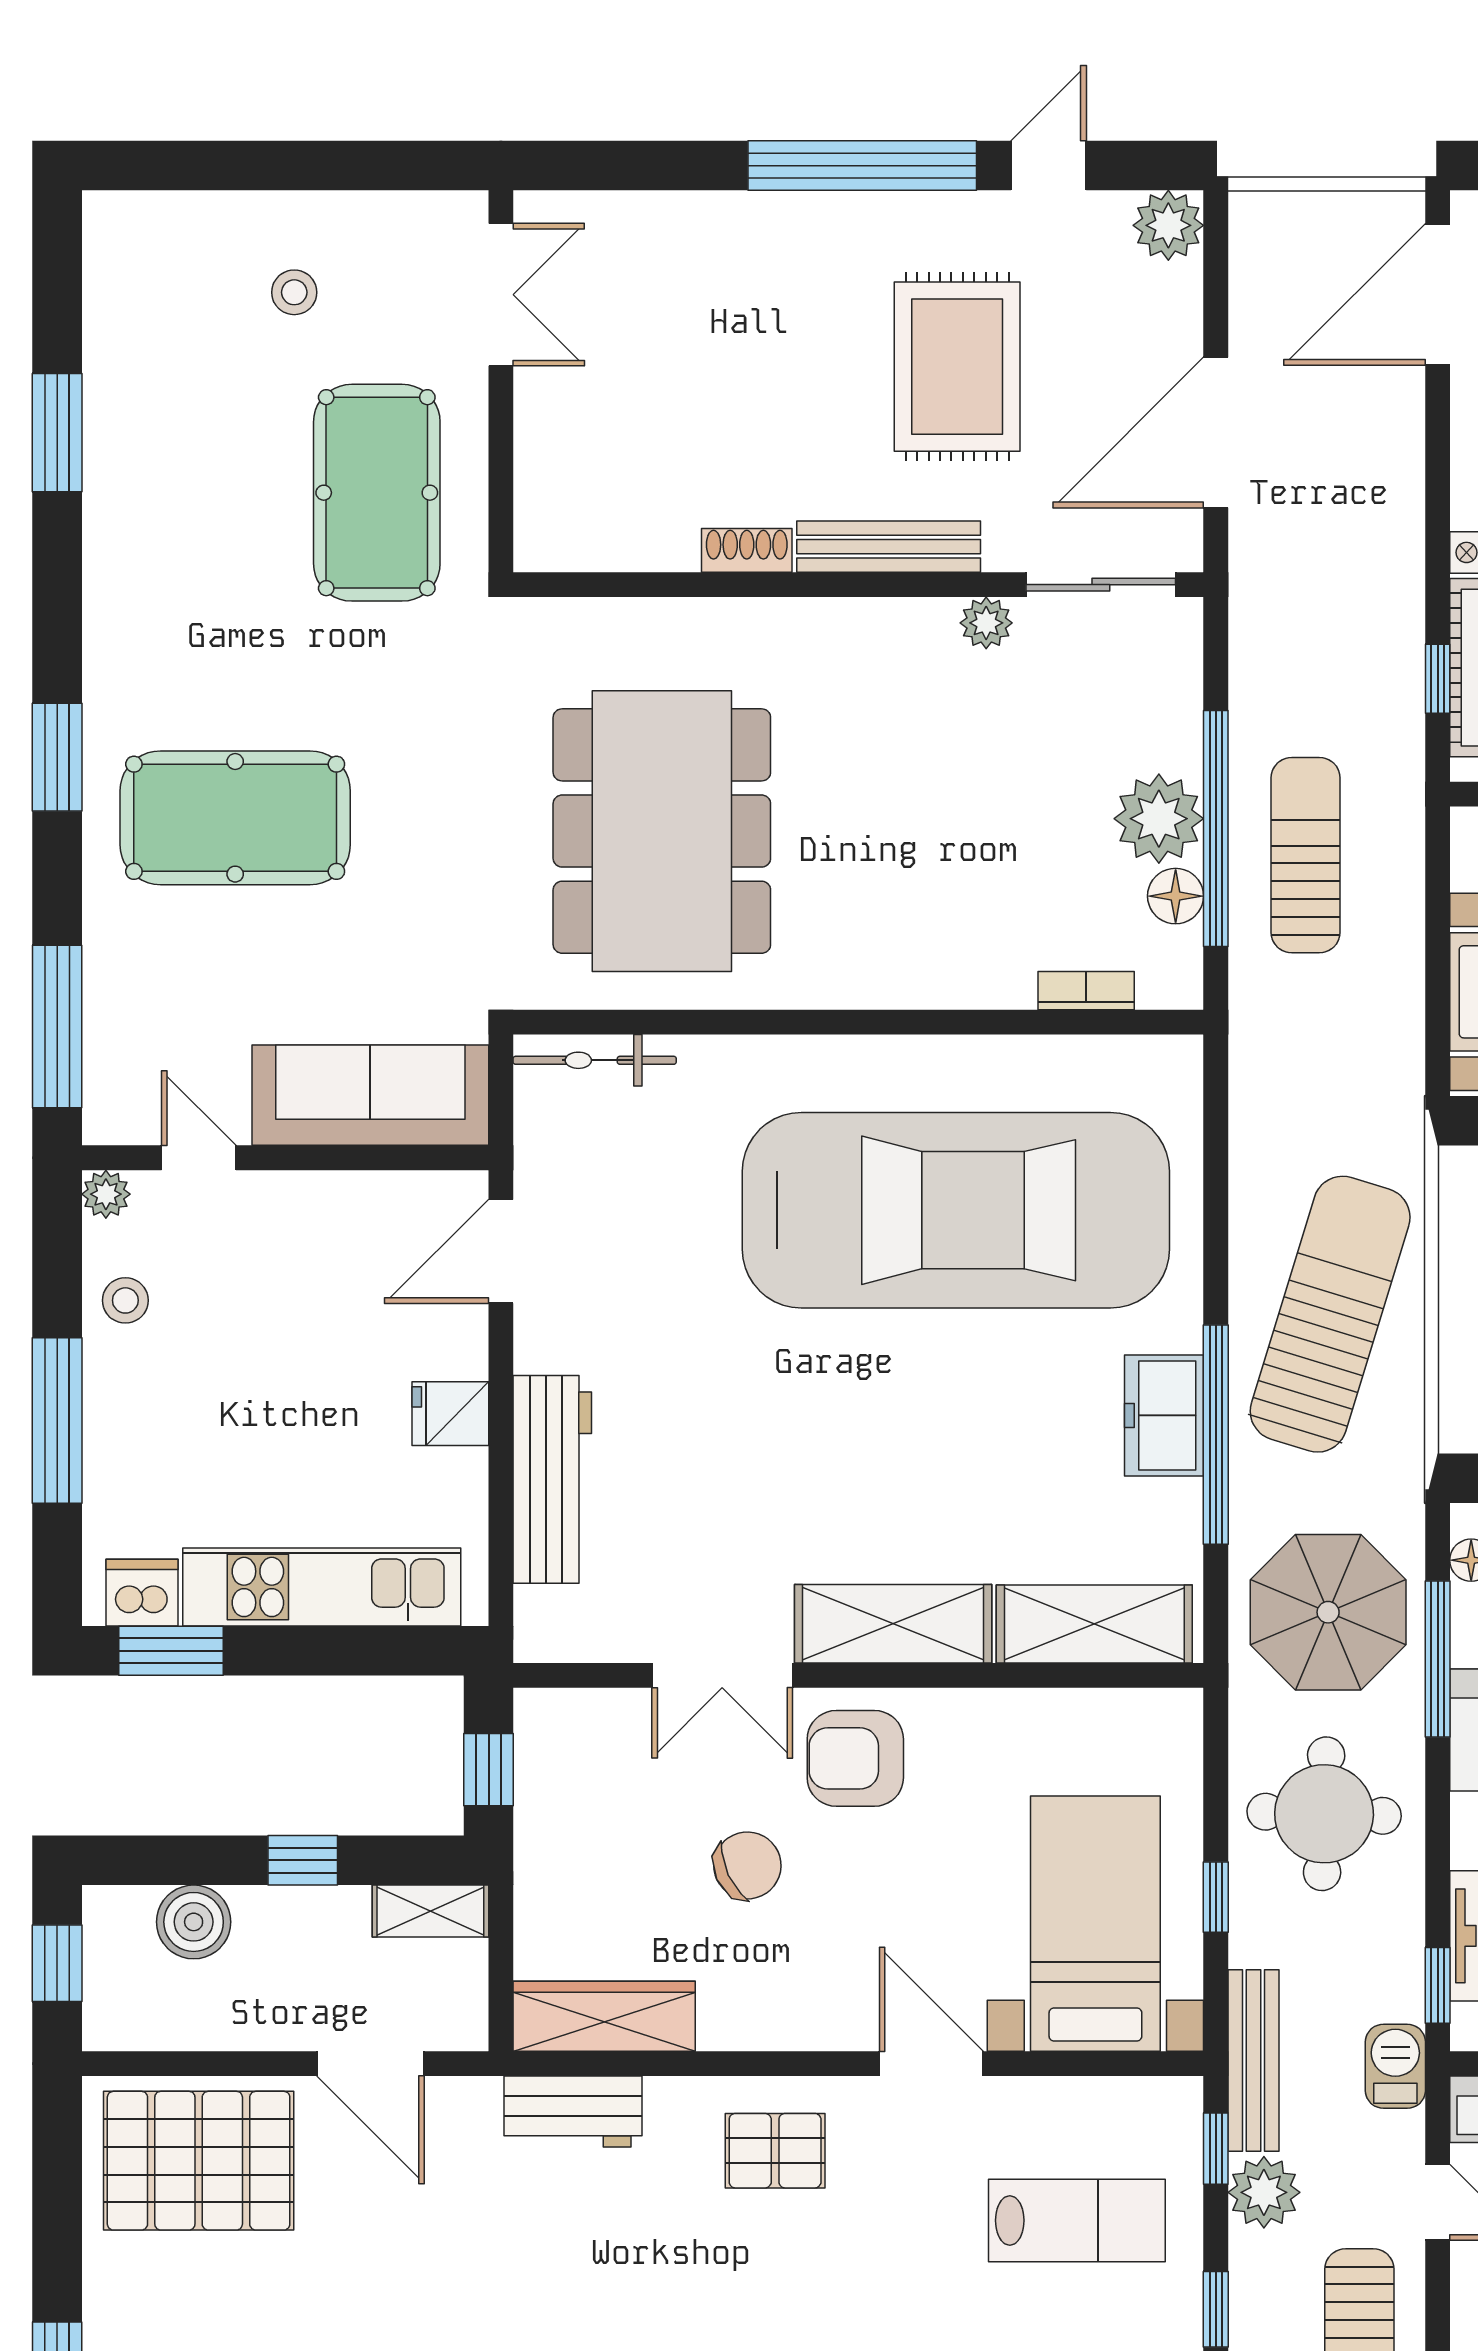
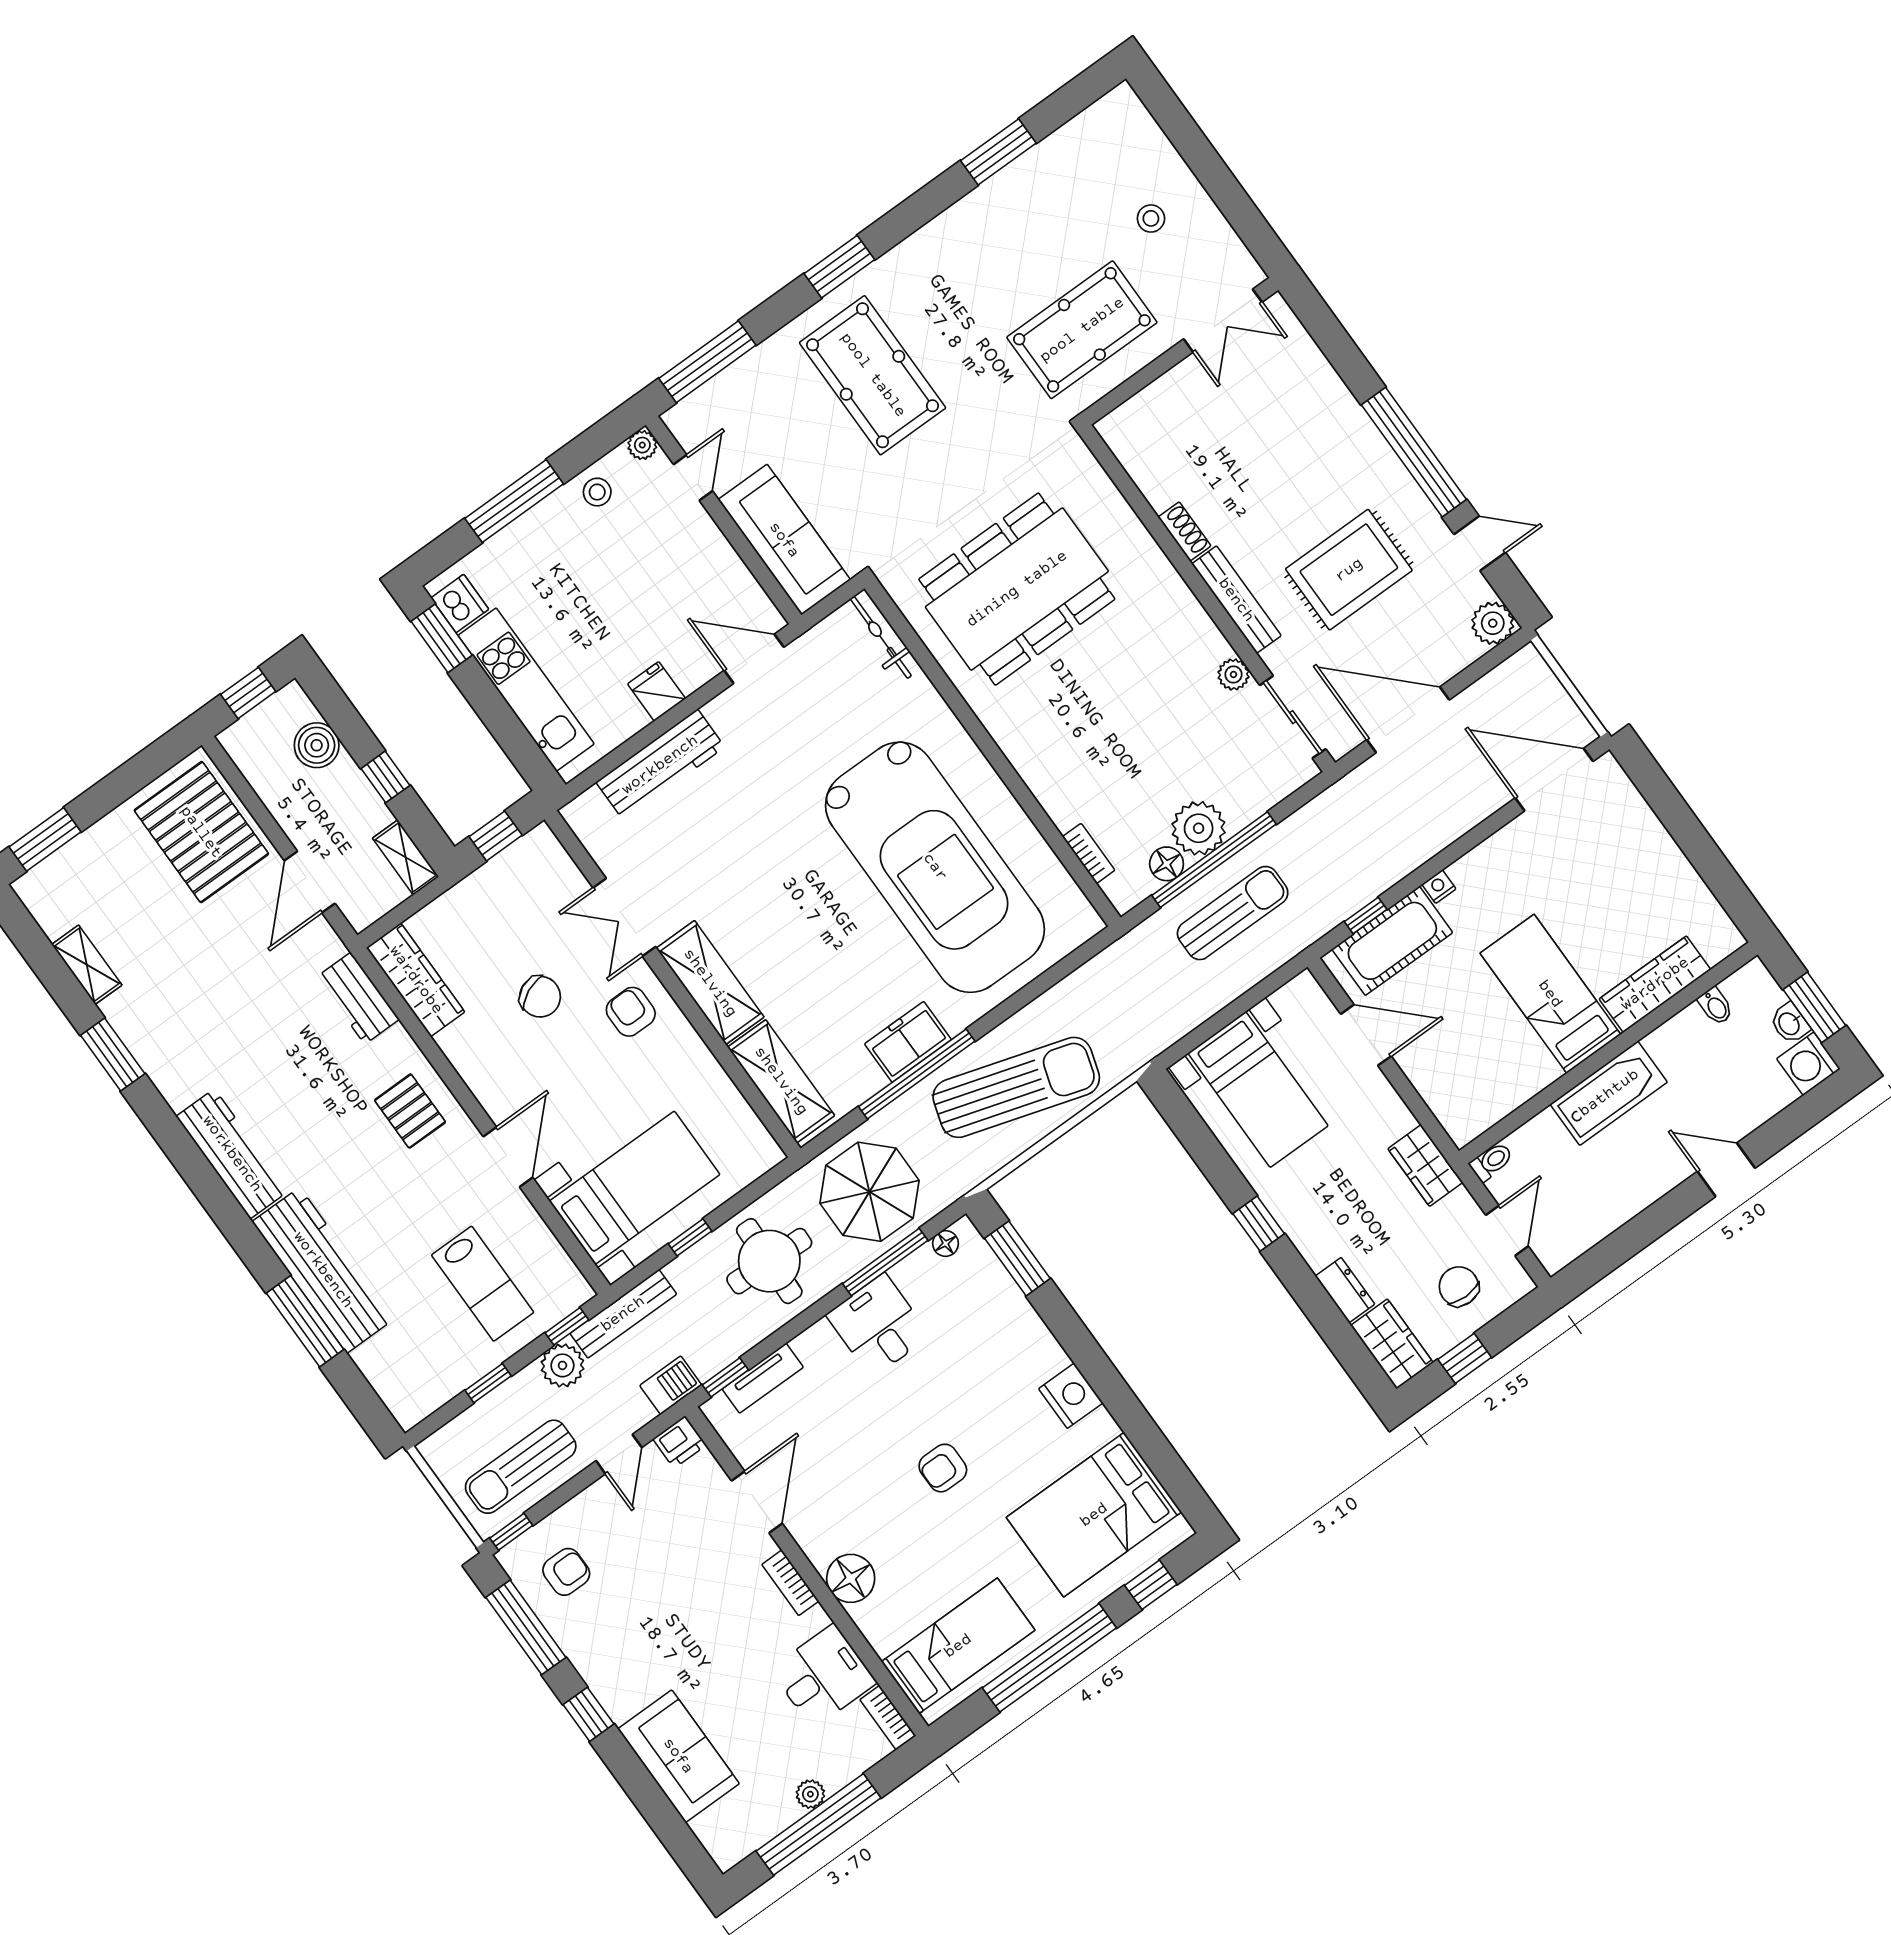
armchair: (855, 1758) -> (631, 1012), width x0.72, depth x0.72

